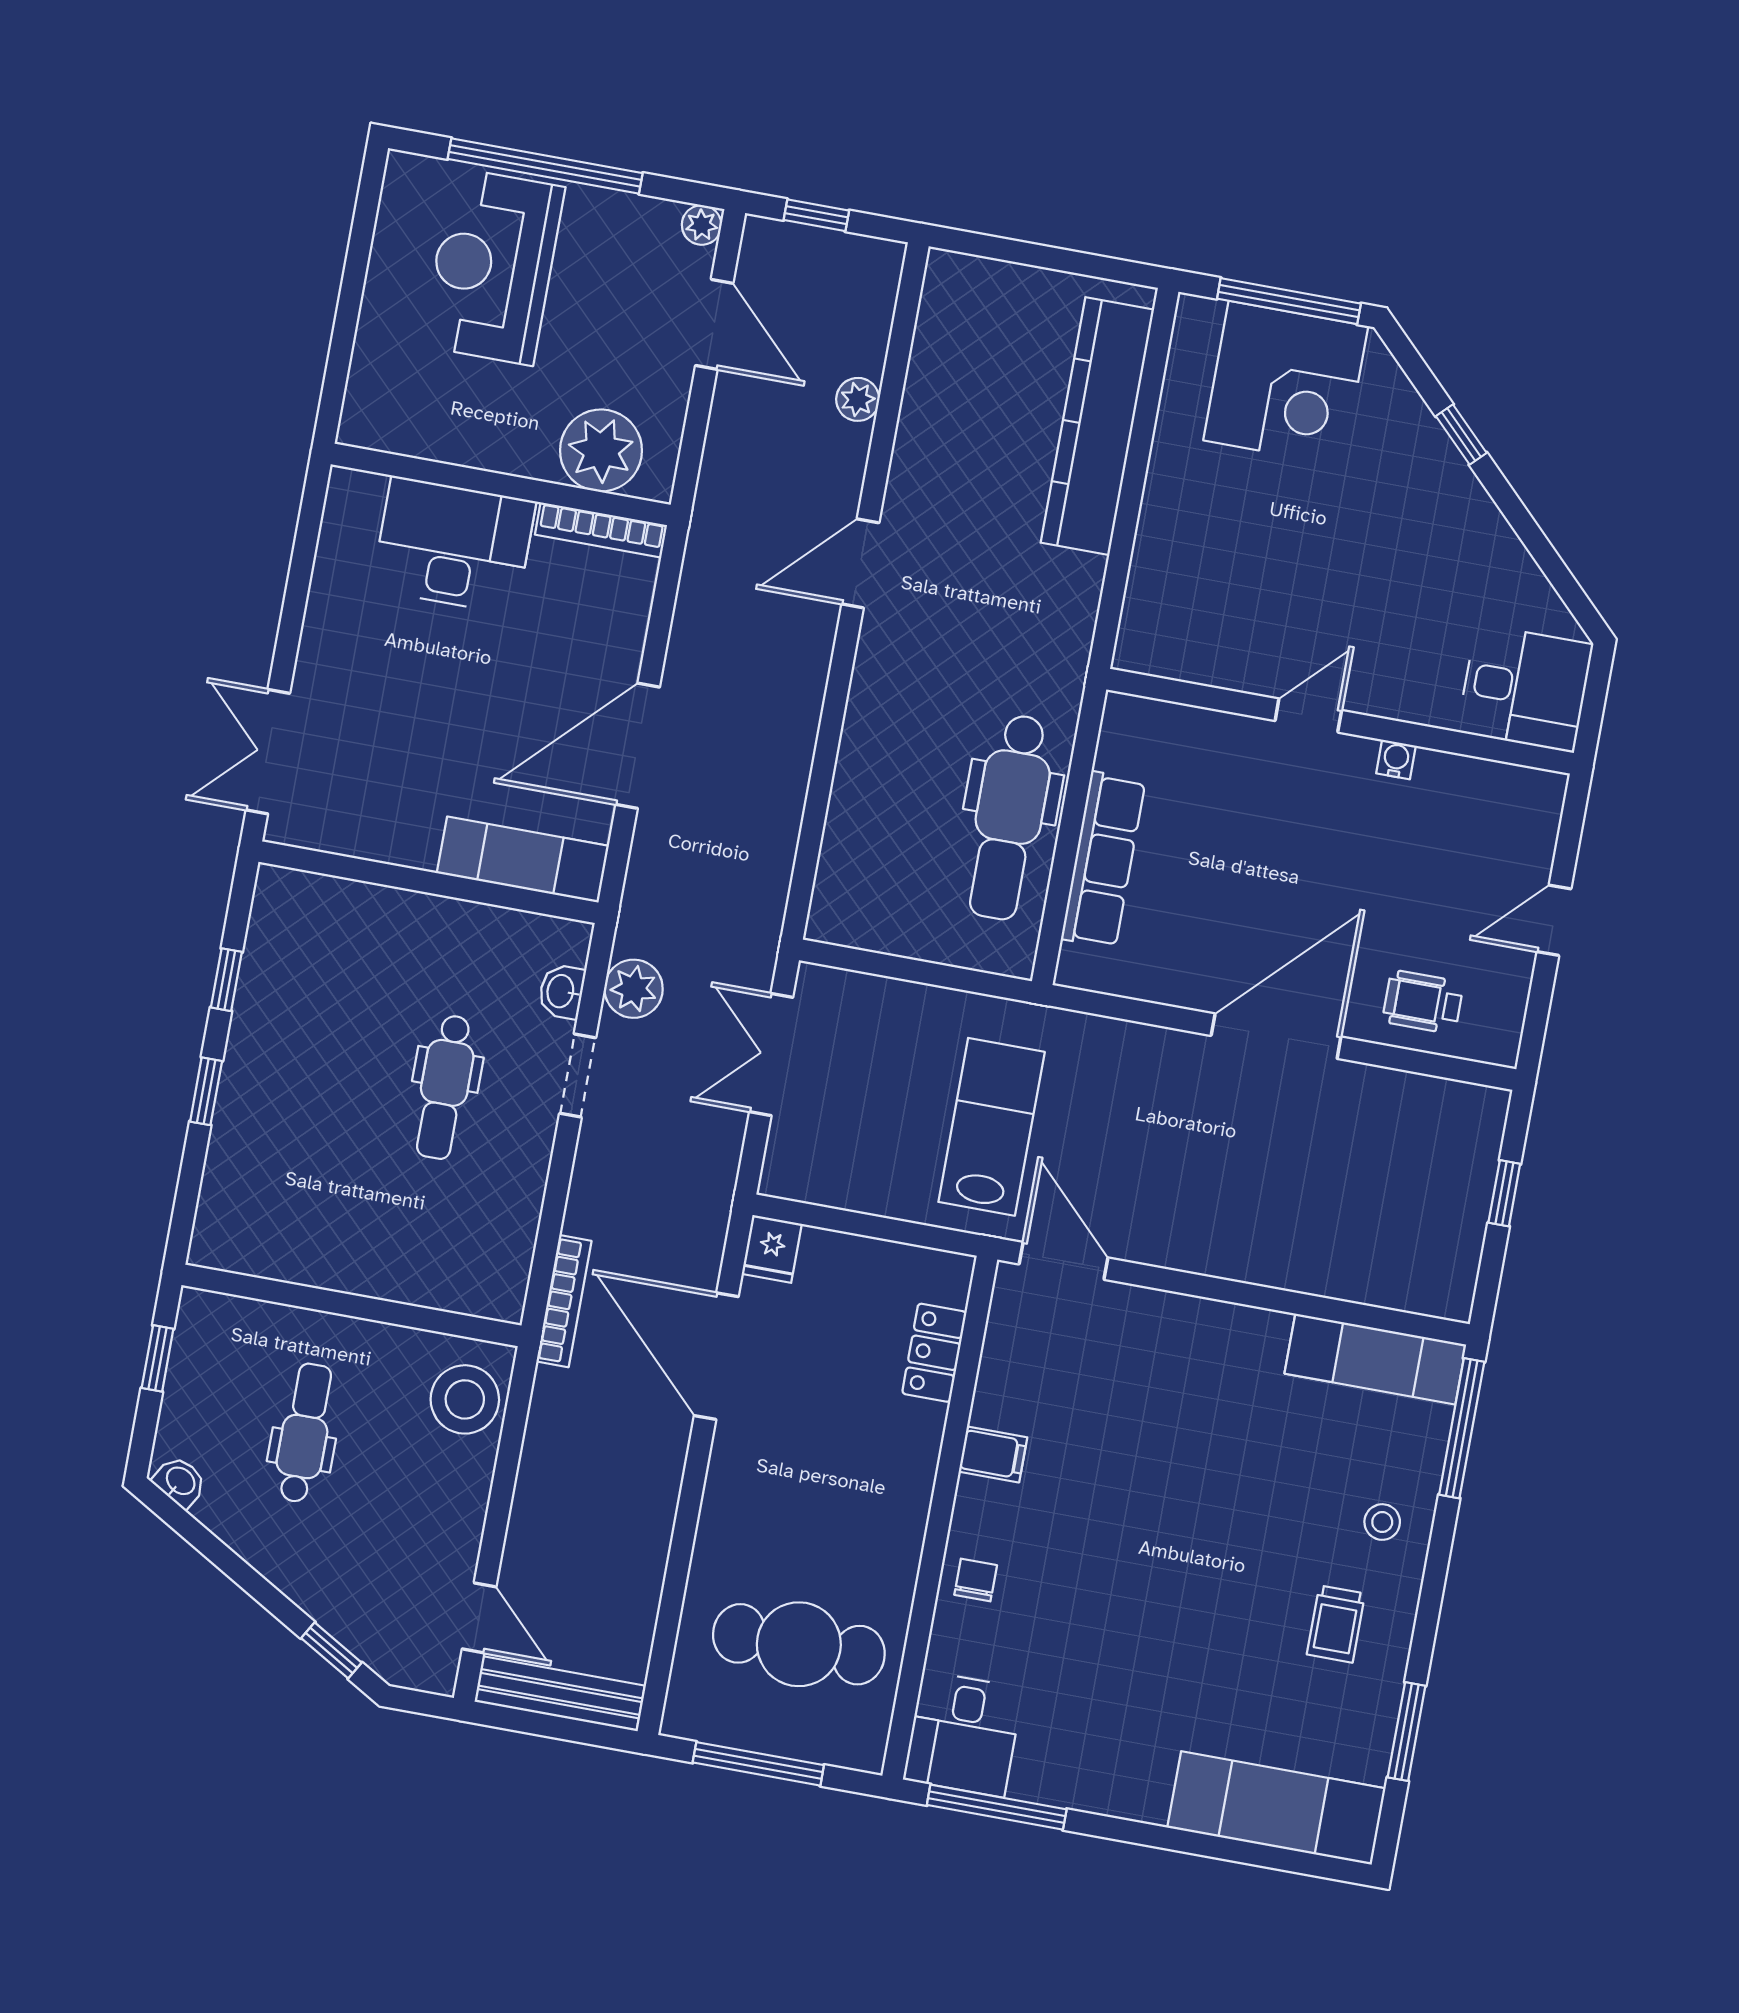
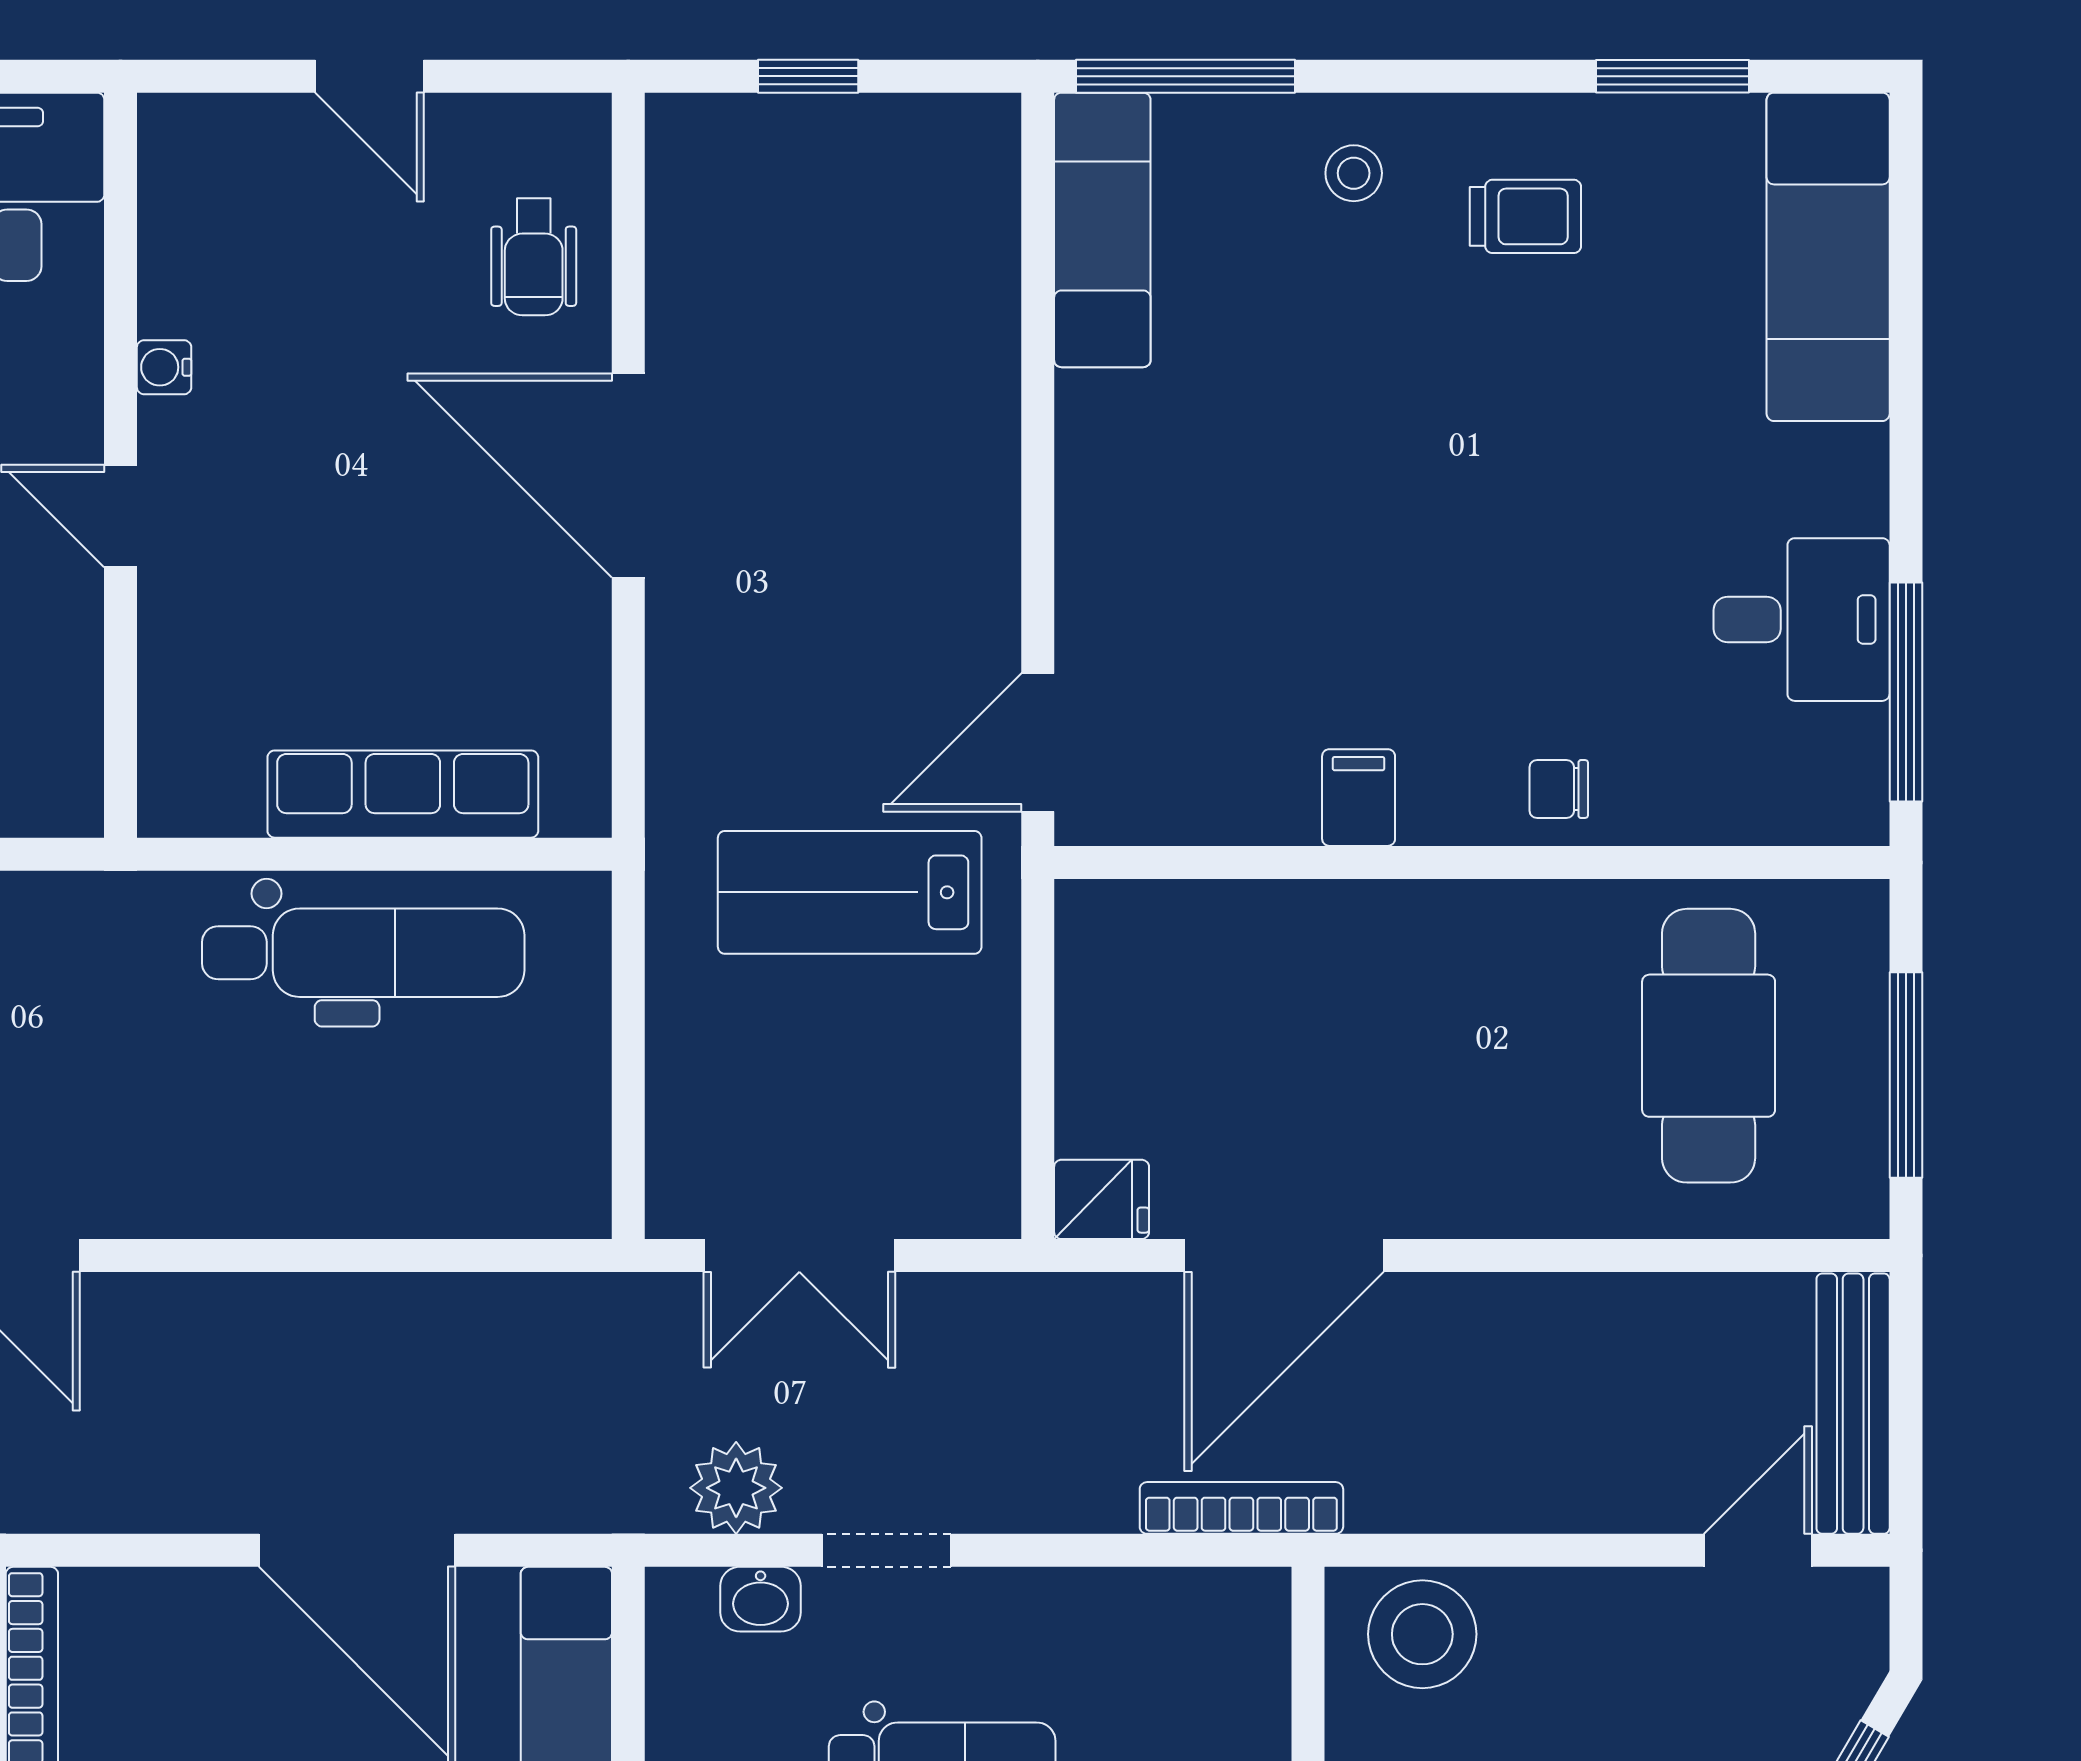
locker: (934, 1353) -> (1217, 918), removed
desk: (963, 1734) -> (1802, 620), moved

